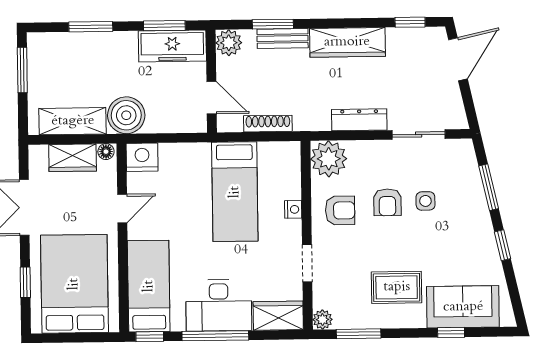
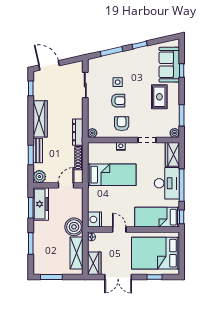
dresser: (359, 120) -> (78, 132), moved
wardrobe: (73, 158) -> (94, 263), moved
plant: (329, 159) -> (92, 133), width x0.53, depth x0.53

